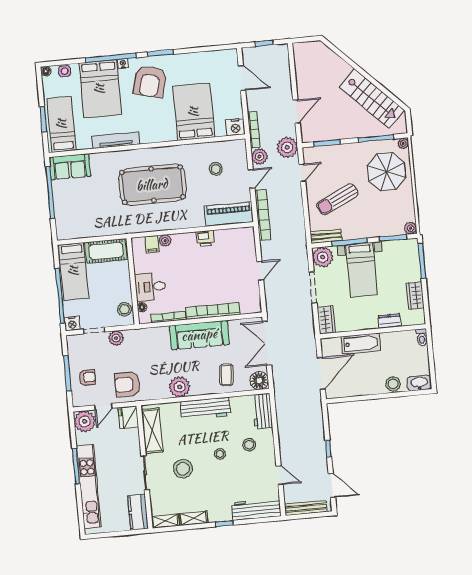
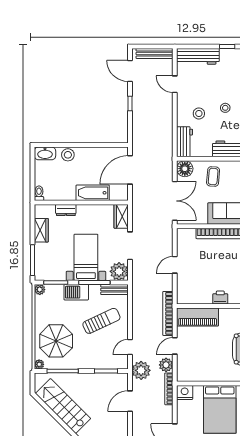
stool: (216, 169) -> (205, 358), removed
barbecue: (369, 229) -> (76, 292), added

